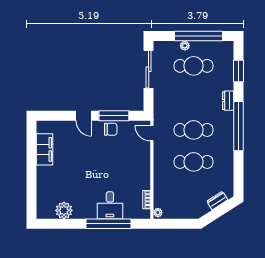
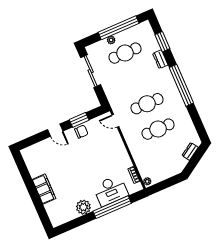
dresser: (228, 101) -> (160, 59), moved
window: (114, 116) -> (79, 120), width x0.69
filing cabinet: (45, 149) -> (44, 189), moved
desk: (110, 205) -> (111, 190), width x1.37
plant: (64, 210) -> (83, 207), moved

